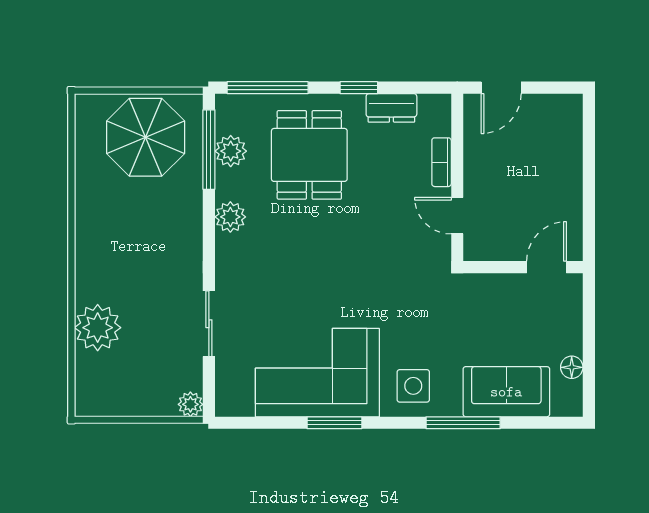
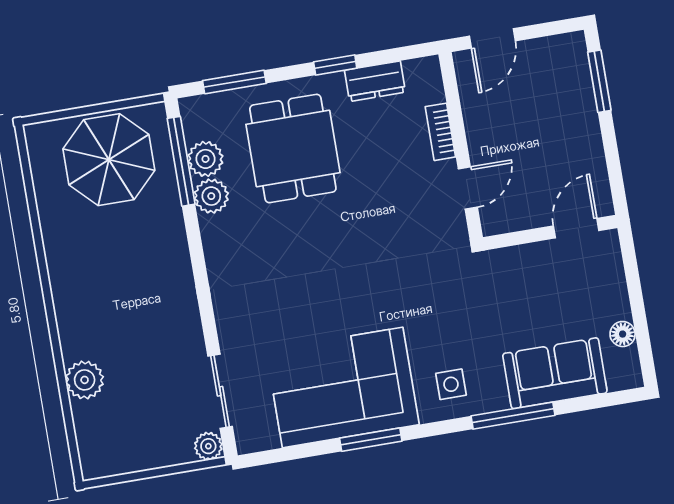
window: (268, 88) -> (234, 82), width x0.69
window: (589, 141) -> (599, 81), added
door: (457, 216) -> (468, 188), swing flipped
plant: (230, 217) -> (211, 196), moved
sliding door: (209, 324) -> (220, 391), moved
plant: (98, 328) -> (85, 380), width x0.73, depth x0.73
side table: (413, 386) -> (451, 384), width x0.73, depth x0.73

